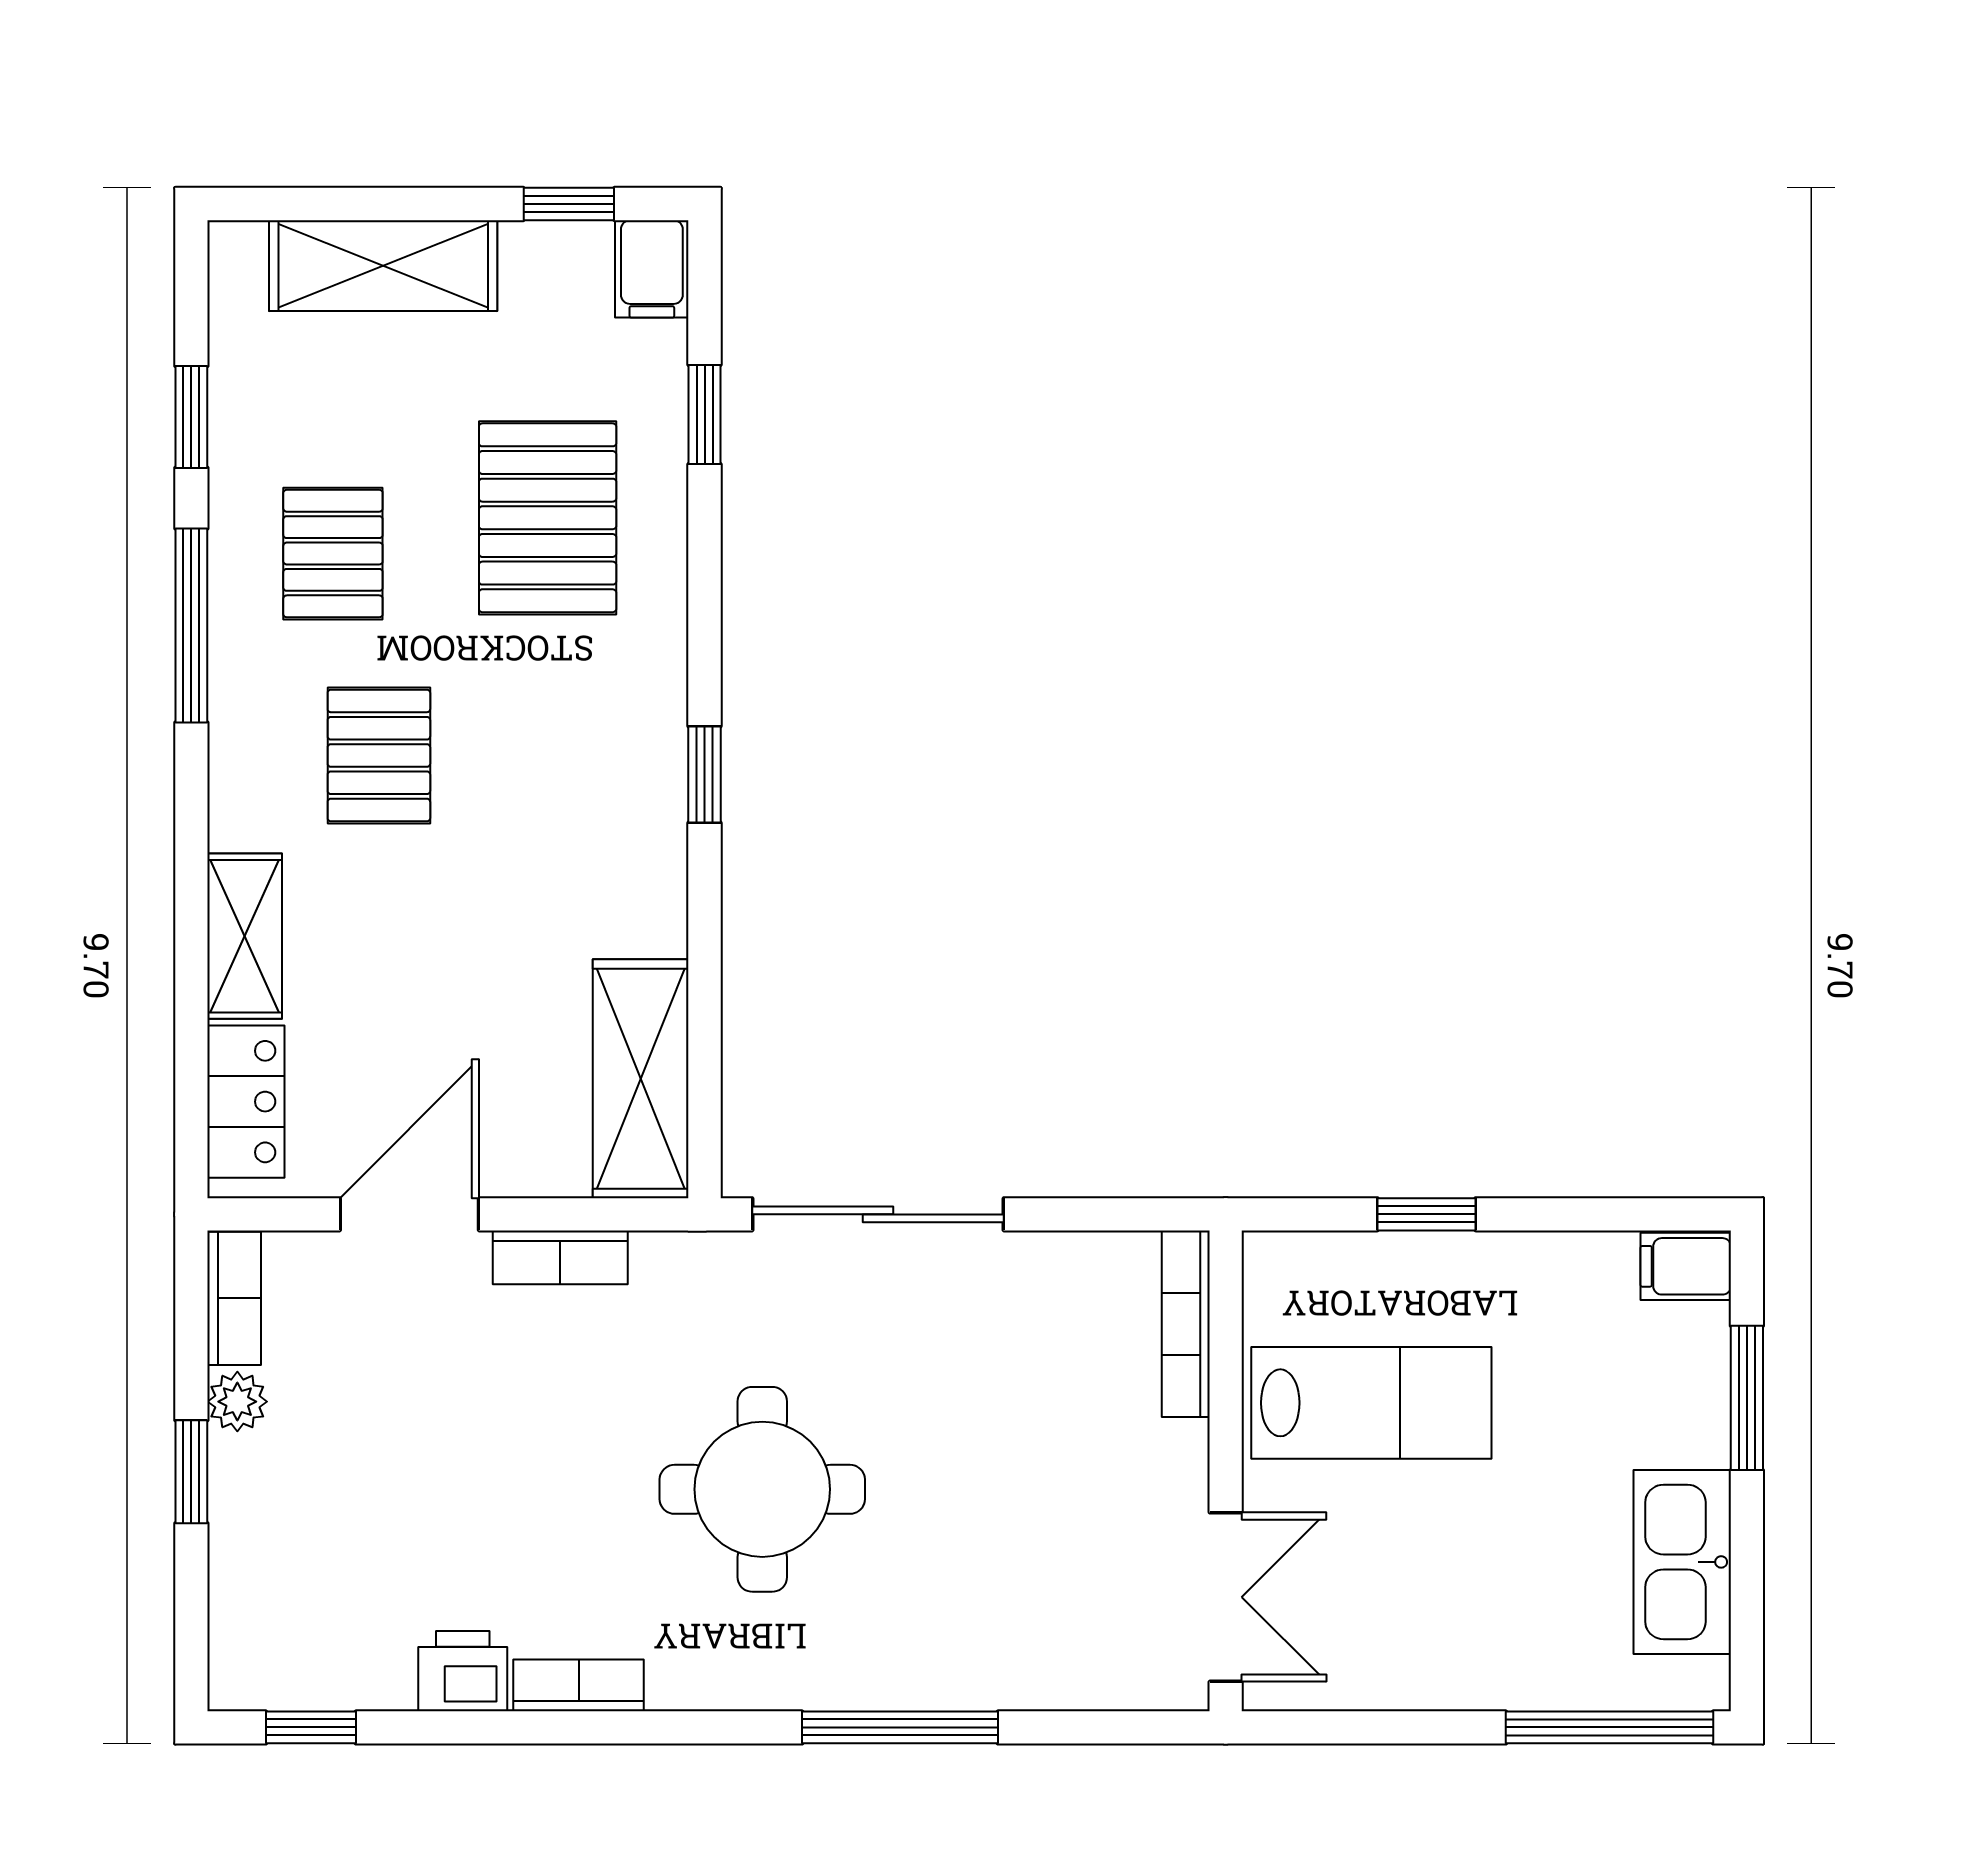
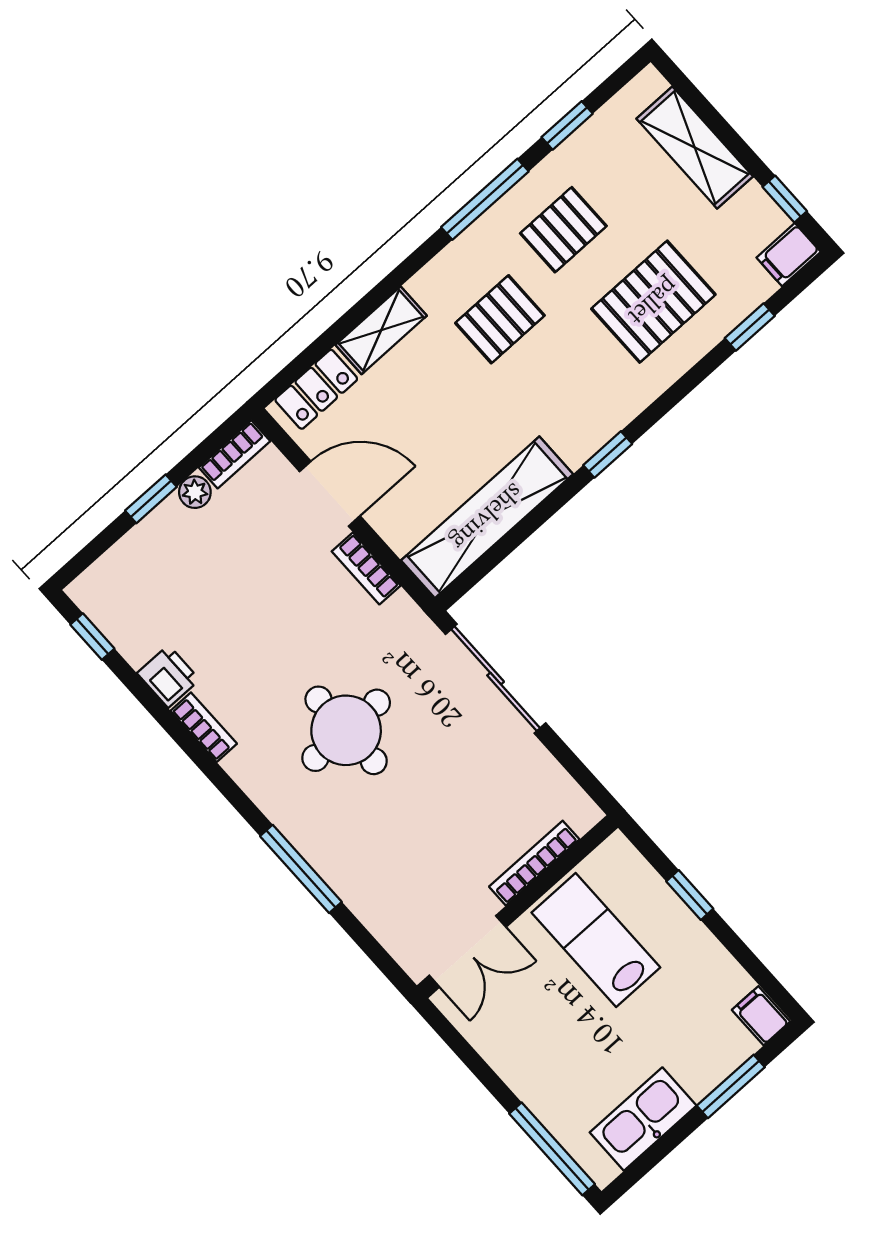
shelving: (641, 1079) -> (487, 517), width x1.47
bookcase: (1186, 1324) -> (534, 863), moved
lab bench: (1371, 1403) -> (596, 940), turned 180

